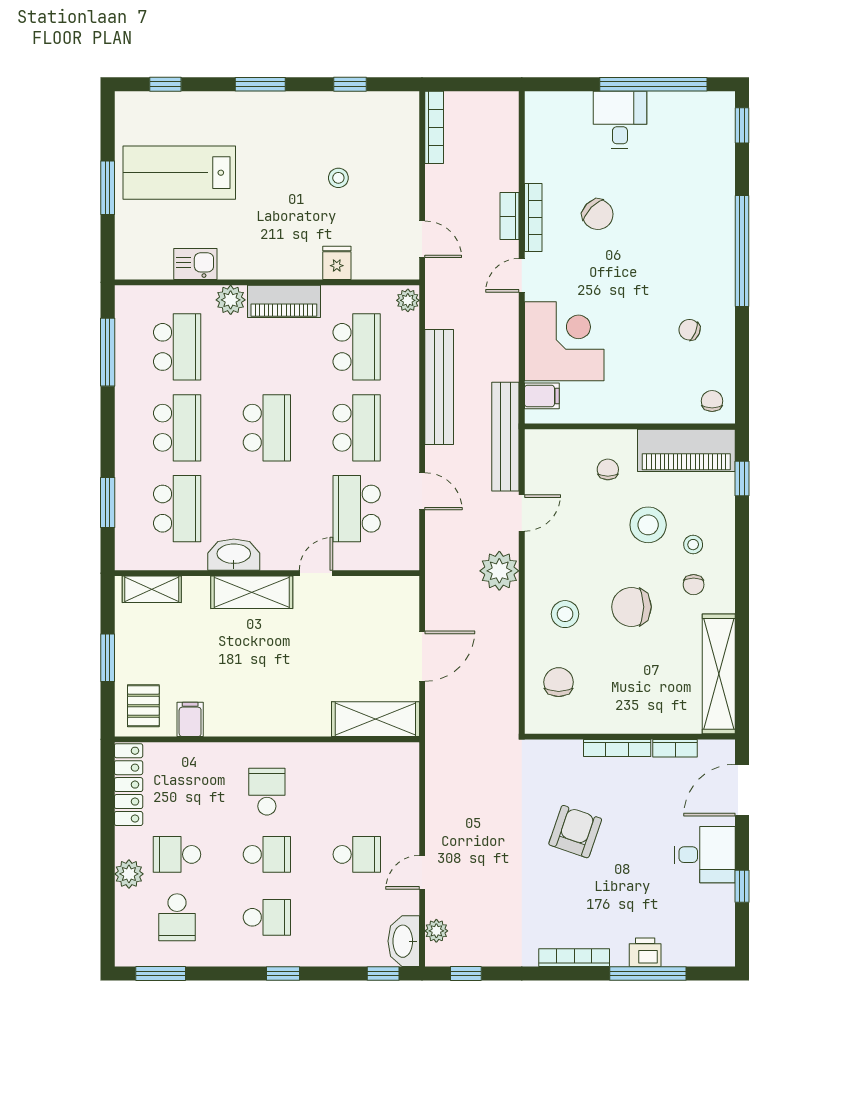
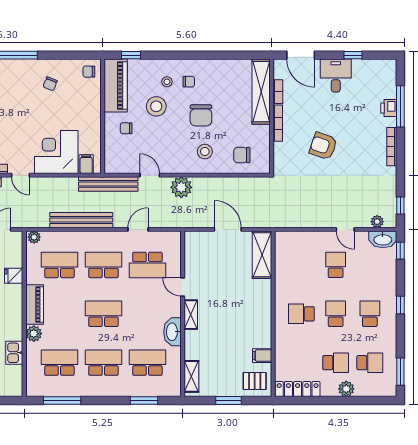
shelving: (252, 592) -> (191, 315), width x0.67, depth x0.75
shelving: (719, 674) -> (261, 92), moved, turned 90
school desk: (177, 854) -> (336, 363), turned -90

